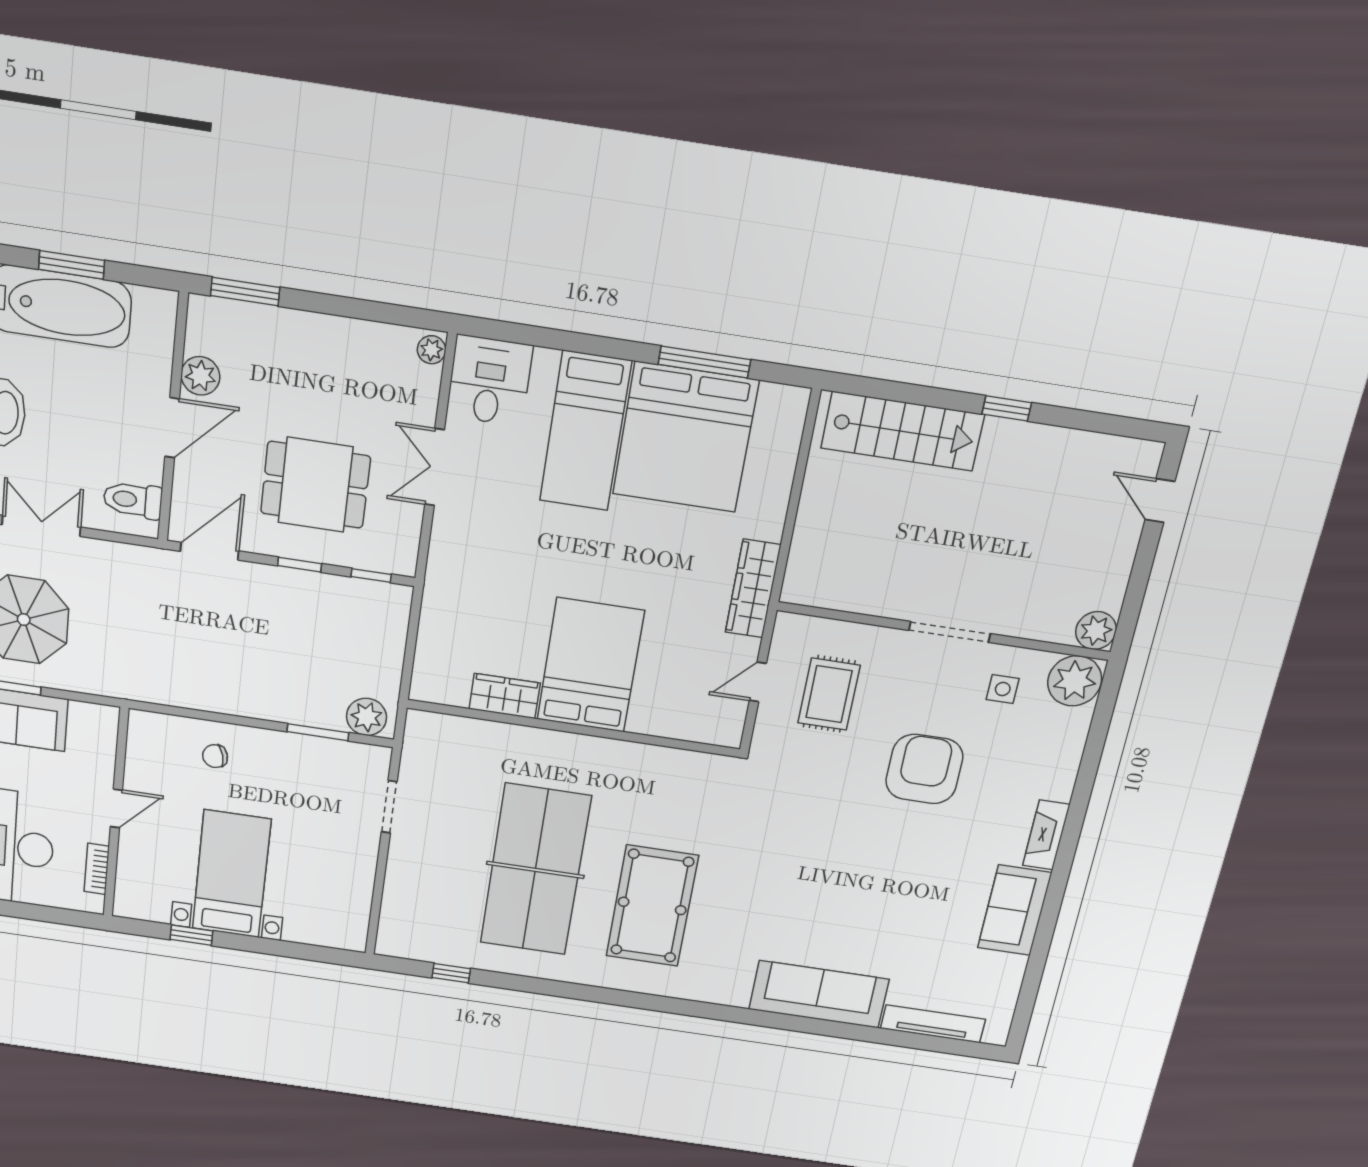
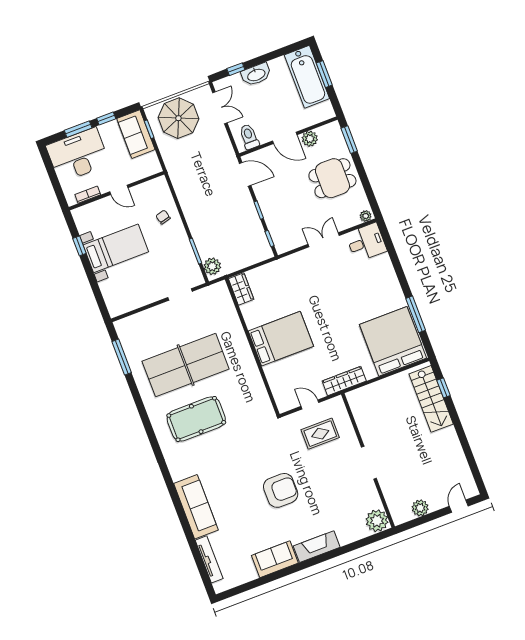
window: (1007, 408) -> (444, 388), moved
bed: (585, 431) -> (367, 287), removed
bed: (685, 437) -> (393, 341), moved, turned 90
dining table: (315, 485) -> (332, 178), moved, turned 90
plant: (1096, 631) -> (420, 508), moved
side table: (1003, 689) -> (359, 496), removed
wardrobe: (505, 696) -> (241, 289), moved
armchair: (924, 769) -> (281, 490), moved
fireplace: (1046, 835) -> (317, 547), width x1.37, depth x1.32
window: (451, 973) -> (122, 357), width x2.17

